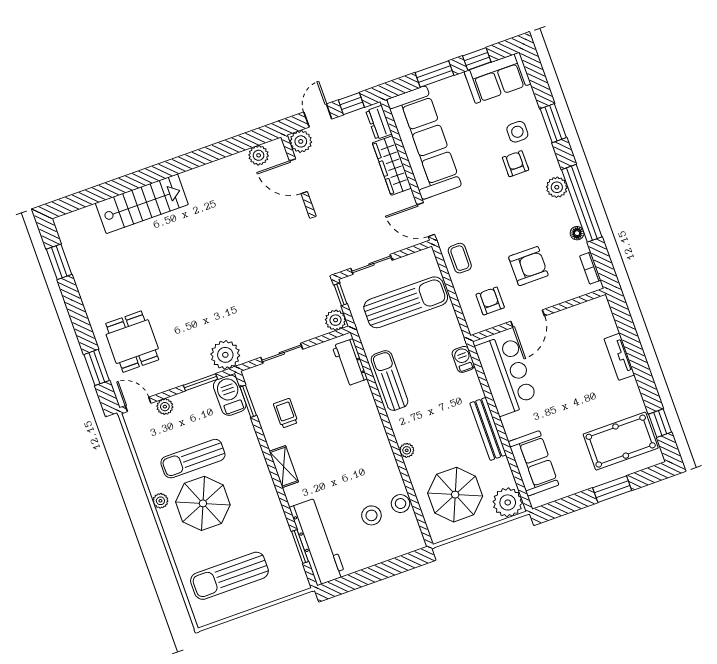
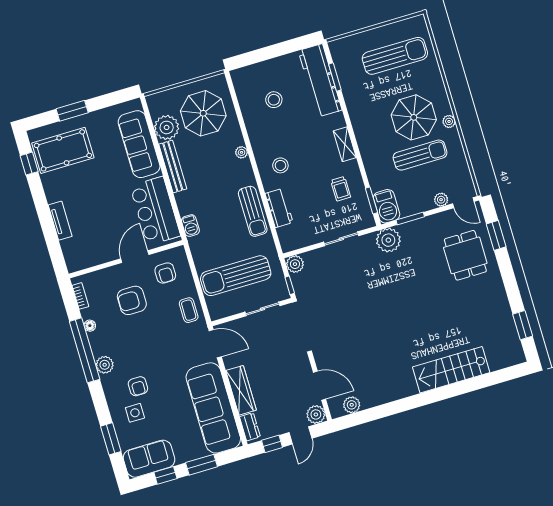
window: (553, 123) -> (111, 439), moved
workbench: (350, 362) -> (279, 208), moved
sofa: (533, 463) -> (139, 144), width x1.36
plant: (508, 502) -> (167, 127), moved
stool: (401, 504) -> (280, 165), moved

